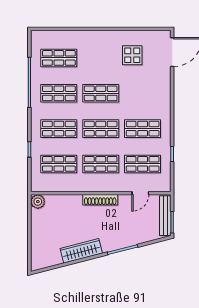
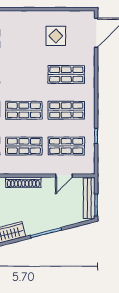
shop shelf: (101, 93) -> (66, 74), moved

